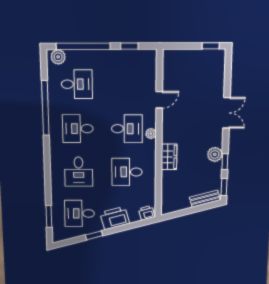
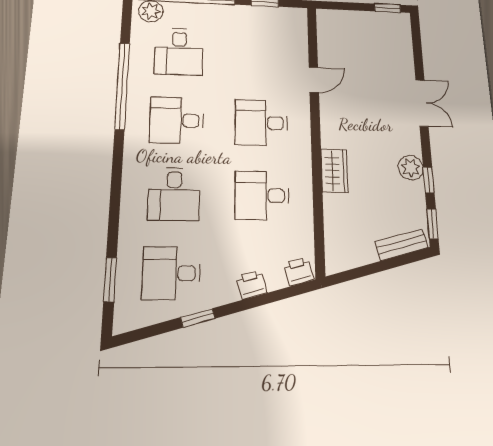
desk: (77, 84) -> (179, 52), turned 90
desk: (127, 129) -> (261, 123), turned 180
plant: (151, 134) -> (302, 132), removed
printer: (115, 218) -> (251, 285), width x0.53, depth x0.68

